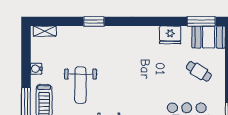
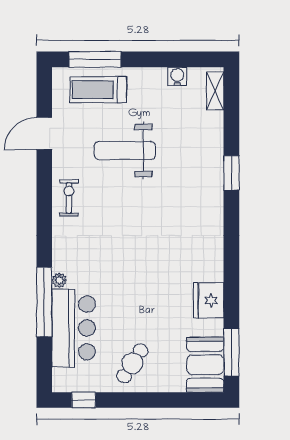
water cooler: (36, 69) -> (177, 76), moved
cafe table: (199, 71) -> (132, 363), moved

